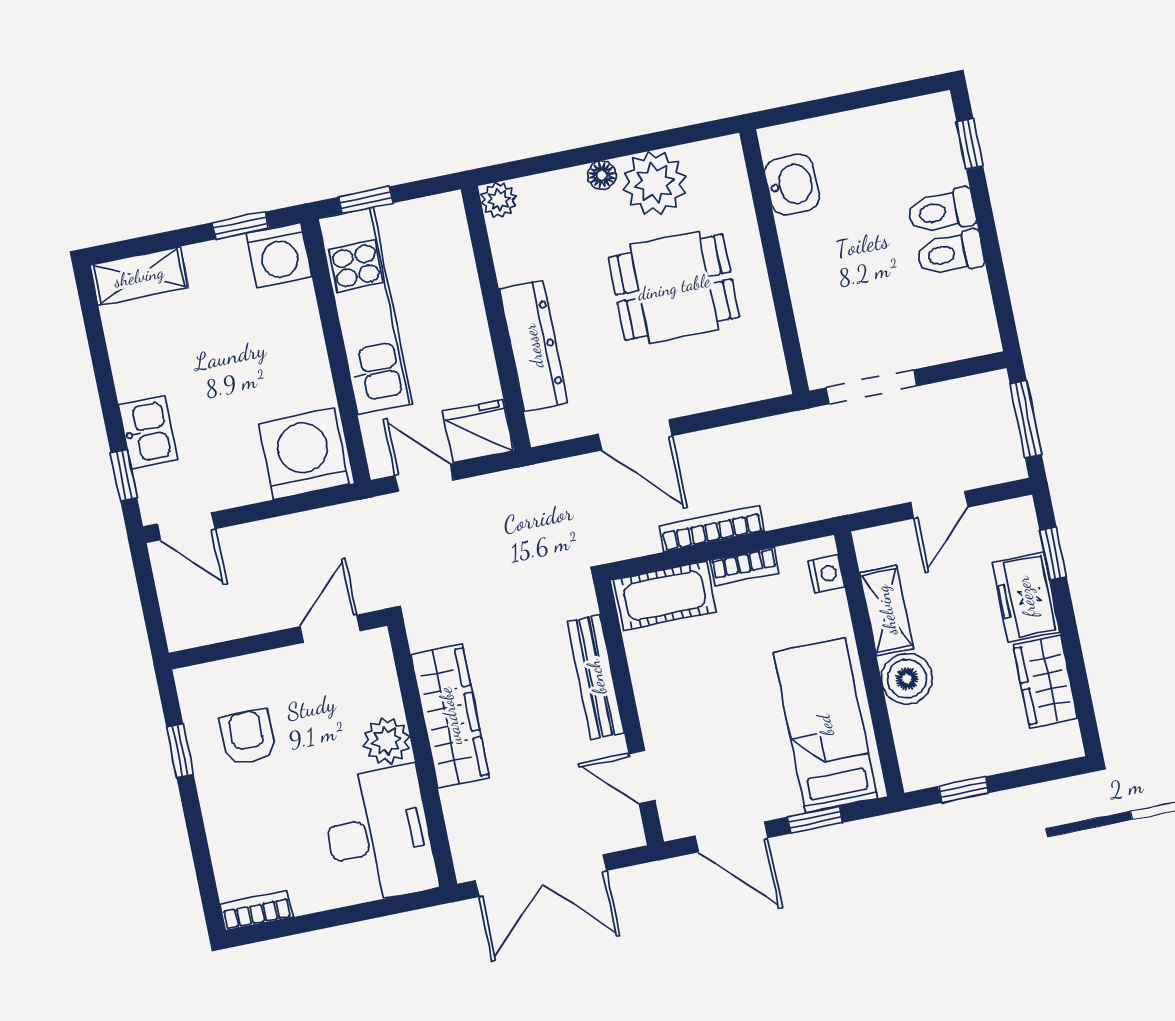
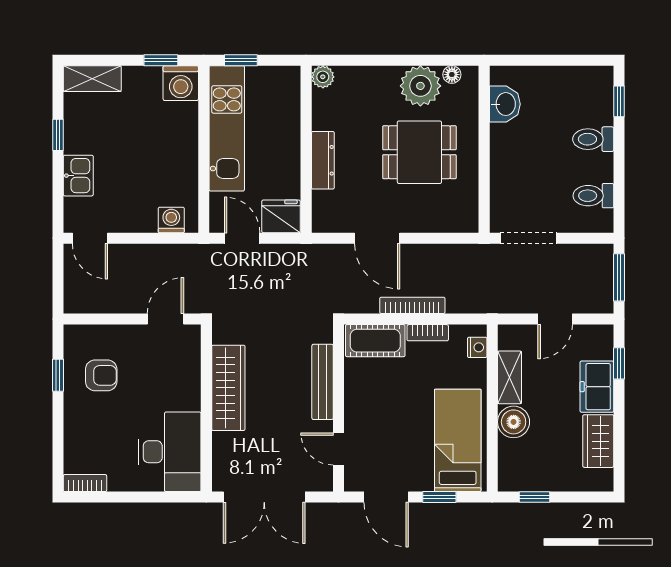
floor lamp: (602, 175) -> (452, 75), moved
toilet: (950, 253) -> (593, 196), moved
dresser: (533, 346) -> (323, 160), width x0.73, depth x0.80
washing machine: (304, 454) -> (171, 220), width x0.53, depth x0.53
window: (124, 475) -> (58, 135), moved
armchair: (247, 737) -> (101, 375), turned 90
plant: (387, 741) -> (186, 395), removed

